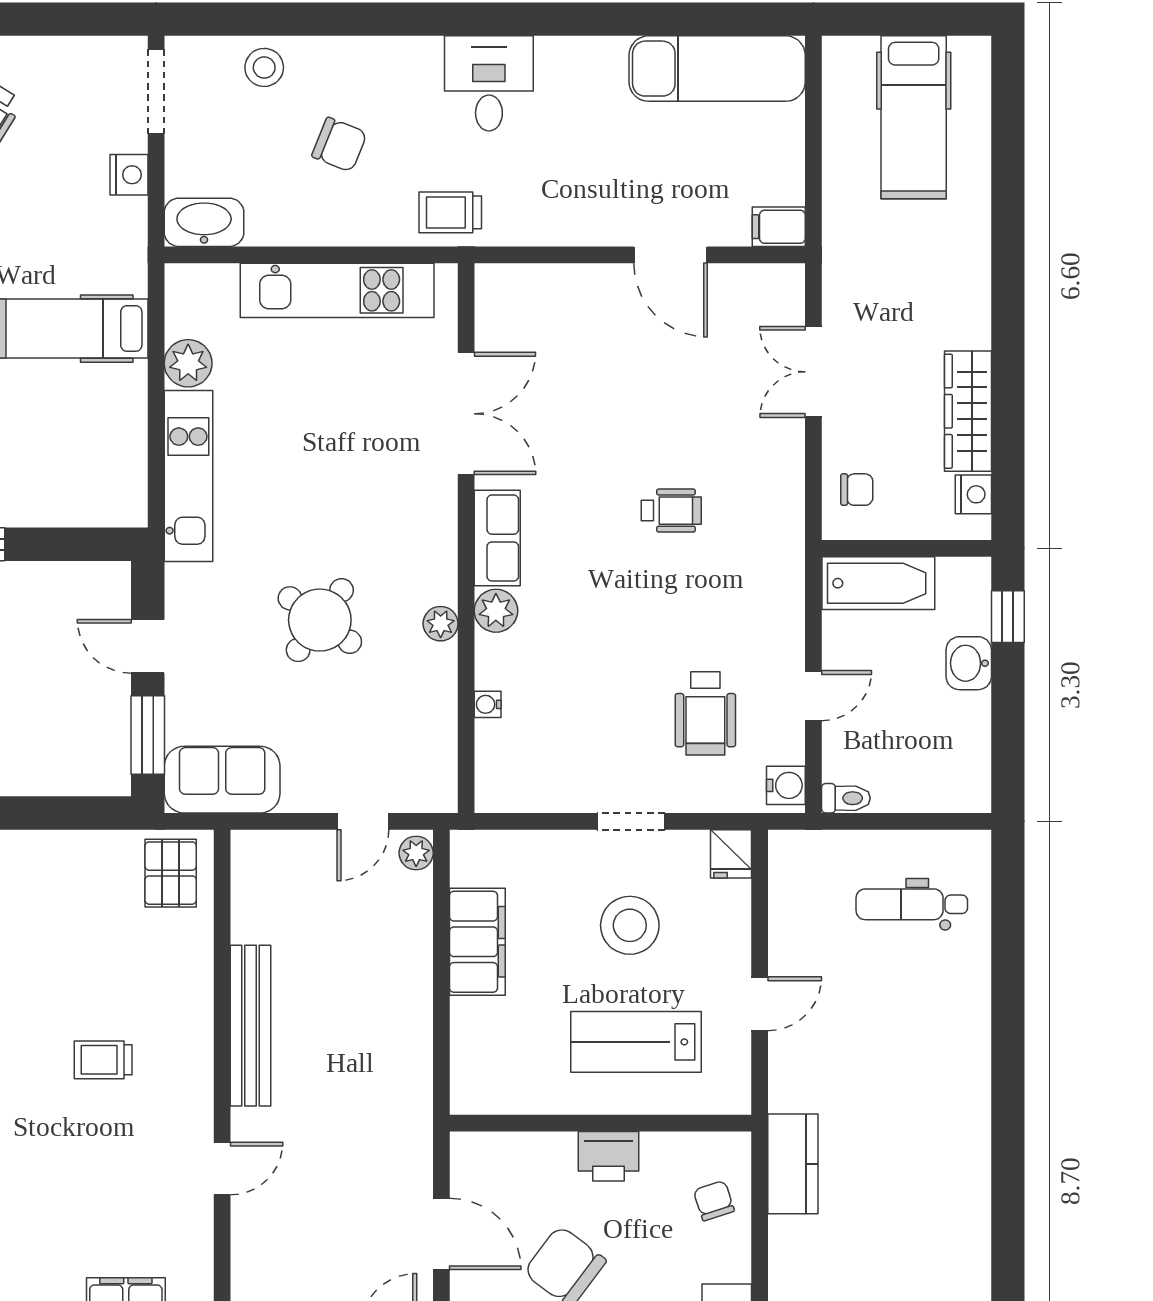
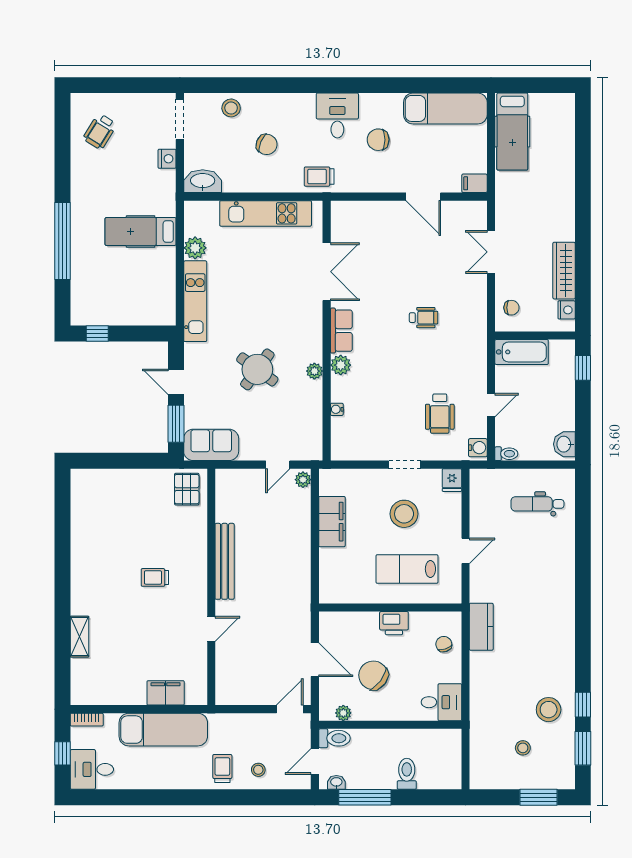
hospital bed: (914, 117) -> (512, 132), moved
chair: (575, 135) -> (378, 140), added
washbasin: (969, 663) -> (564, 444), moved

